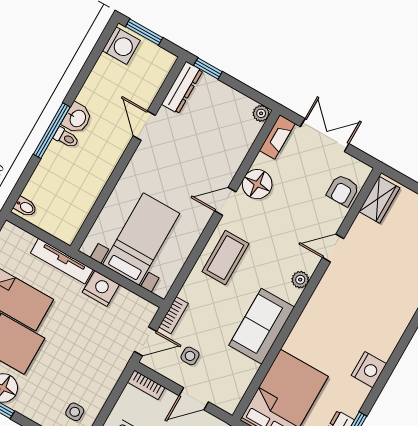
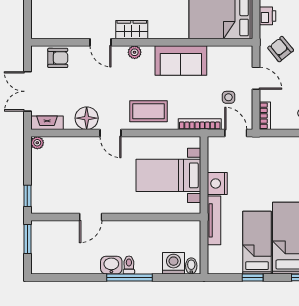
window: (144, 32) -> (27, 239), moved
washing machine: (121, 46) -> (174, 263), moved
dresser: (182, 87) -> (50, 206), removed
wardrobe: (379, 200) -> (132, 30), moved
bookcase: (173, 315) -> (200, 124), width x1.56

